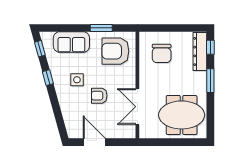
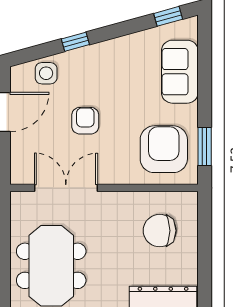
window: (101, 28) -> (205, 146), moved
window: (48, 78) -> (75, 42), moved
side table: (77, 80) -> (46, 73), moved

